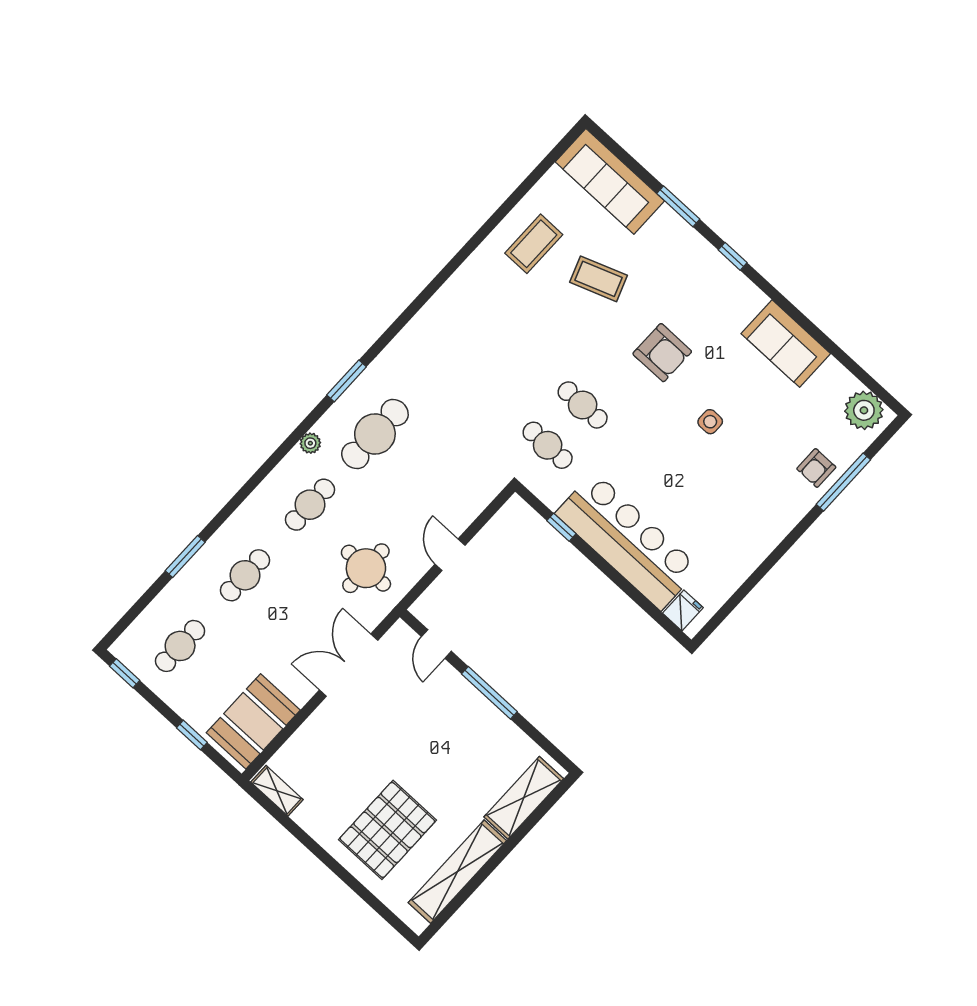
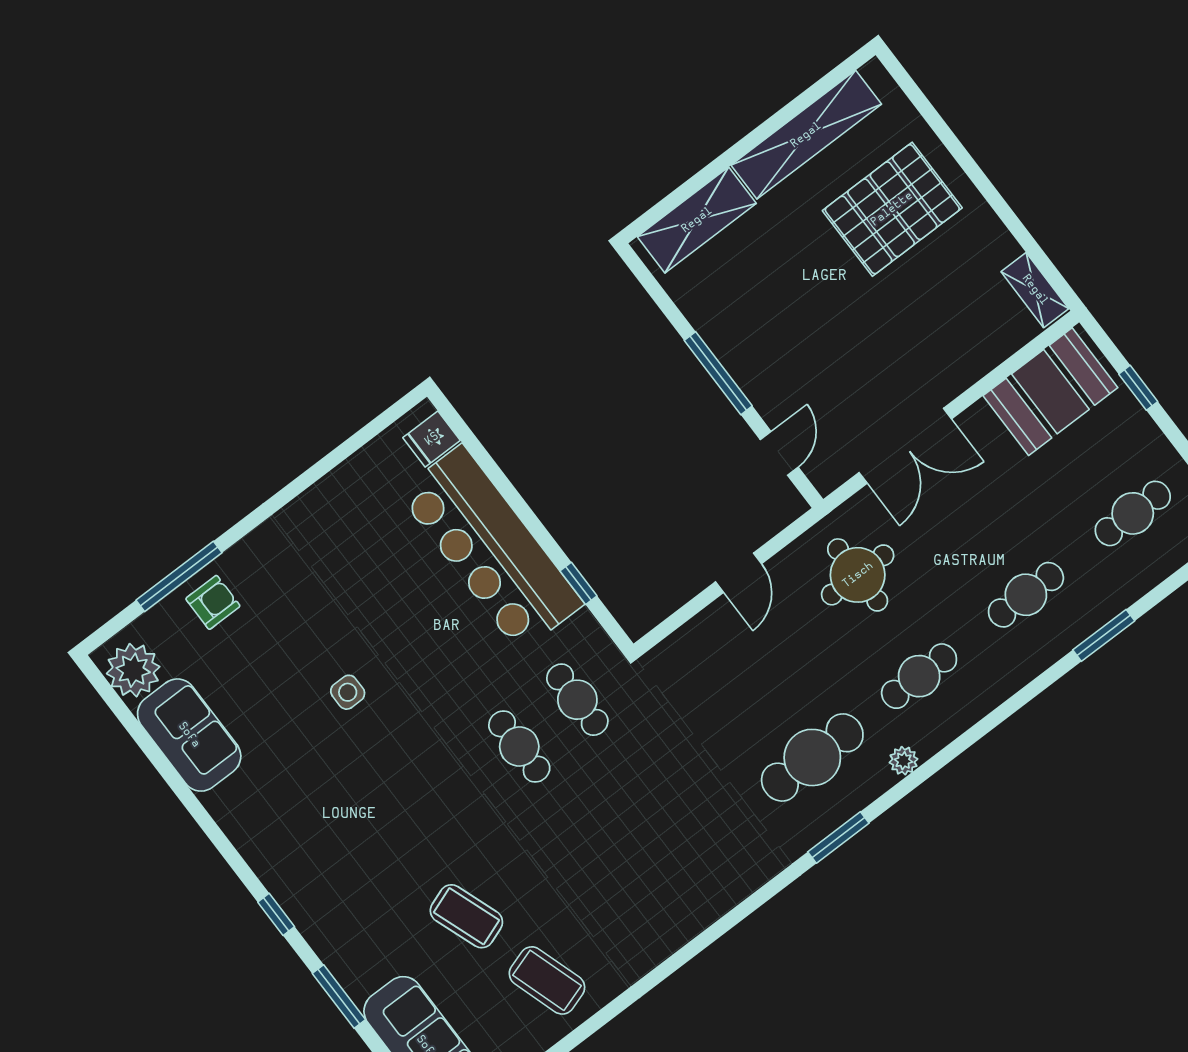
coffee table: (534, 244) -> (547, 980), turned 72
sofa: (786, 344) -> (189, 735), moved
armchair: (662, 353) -> (397, 799), removed

